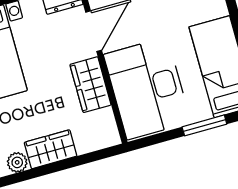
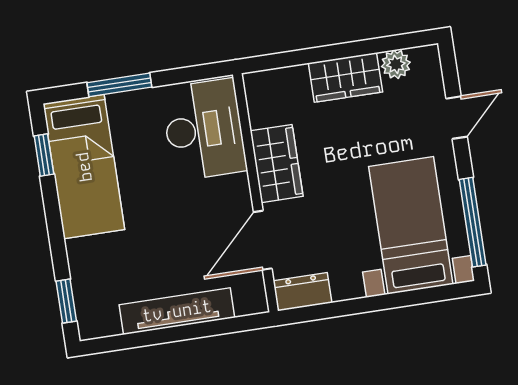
desk: (147, 88) -> (204, 130), width x0.73, depth x0.77

